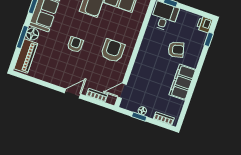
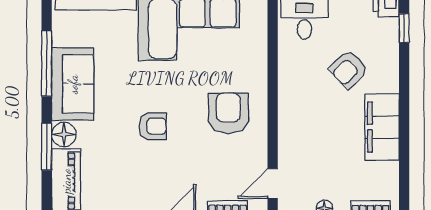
armchair: (75, 45) -> (153, 126), turned 90
armchair: (176, 50) -> (348, 69), turned 150

